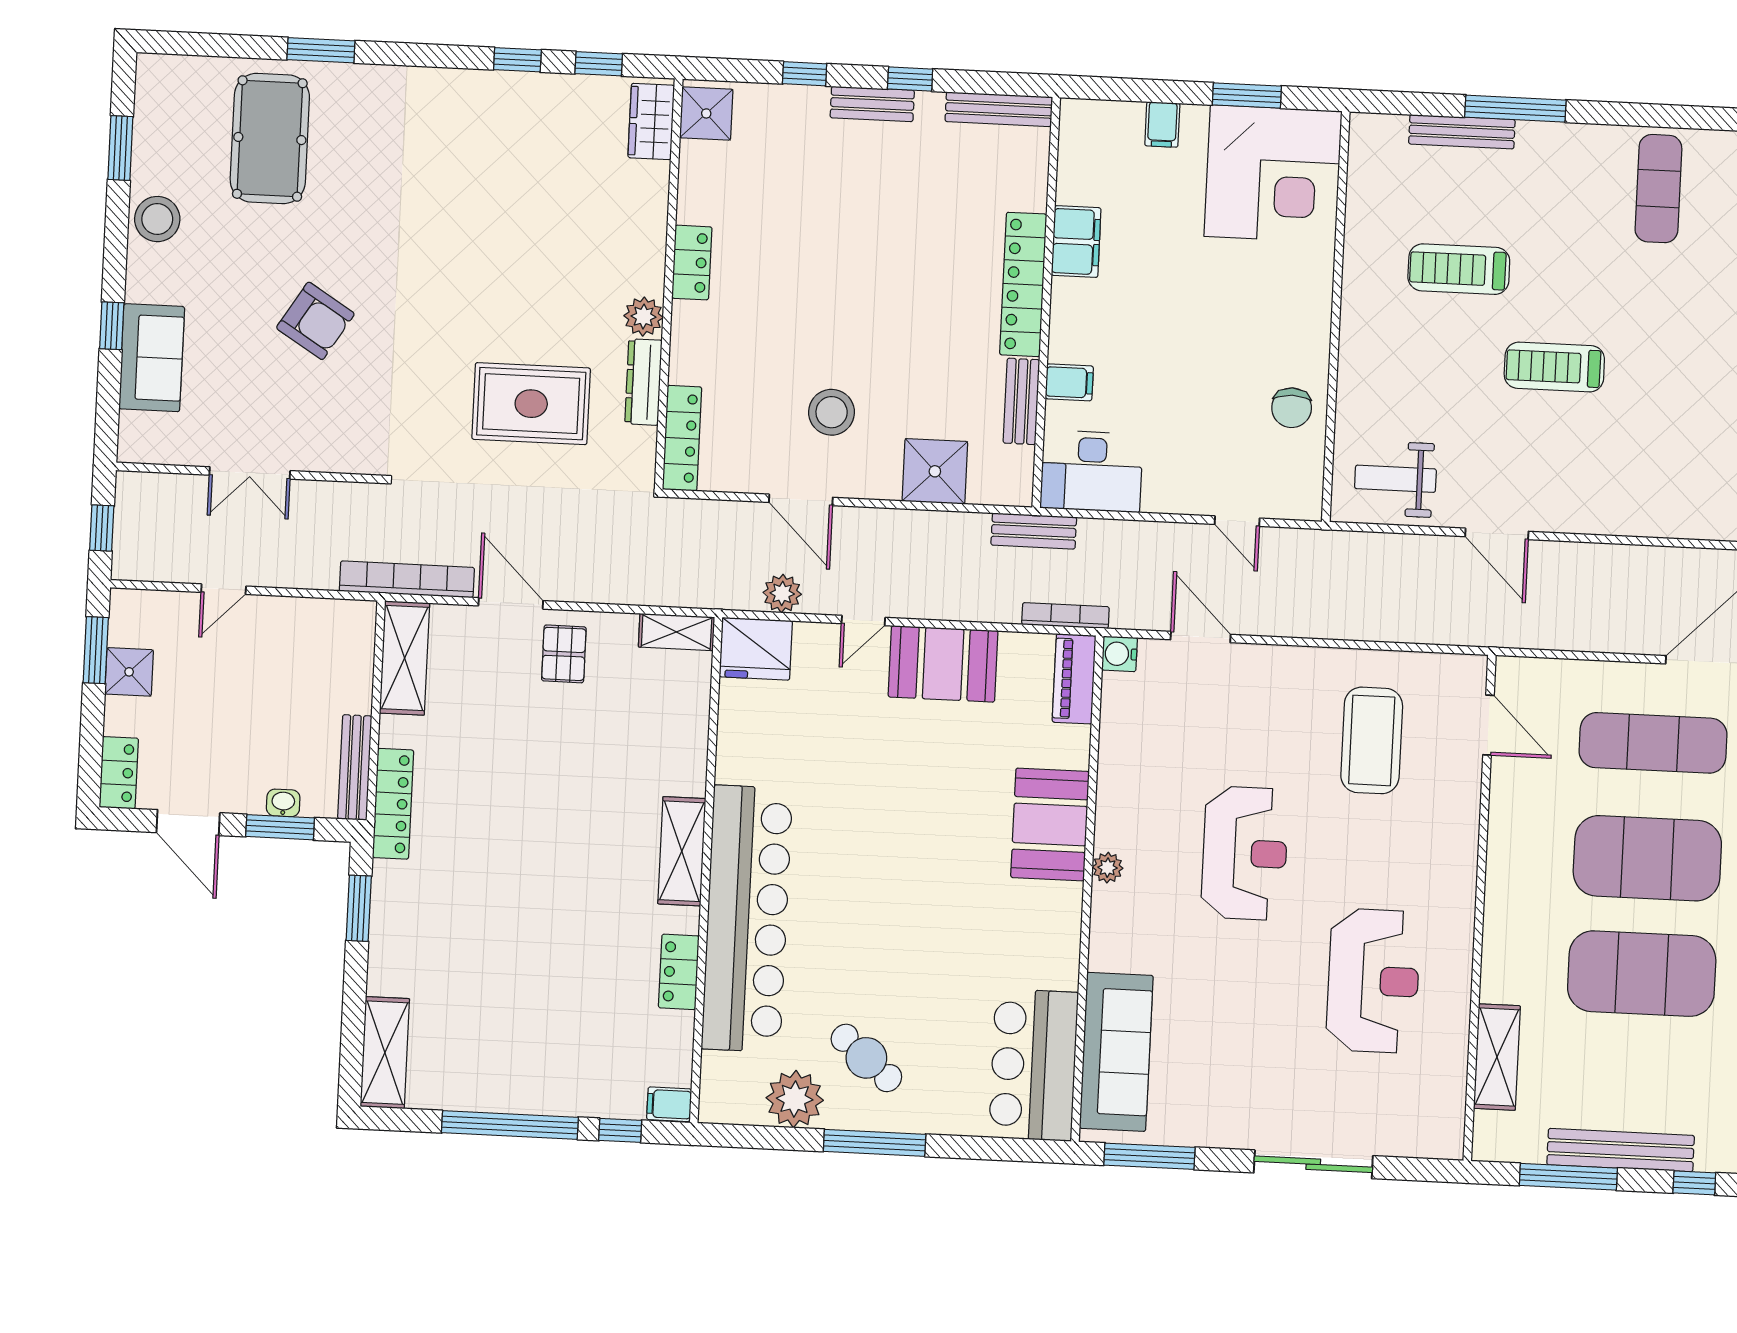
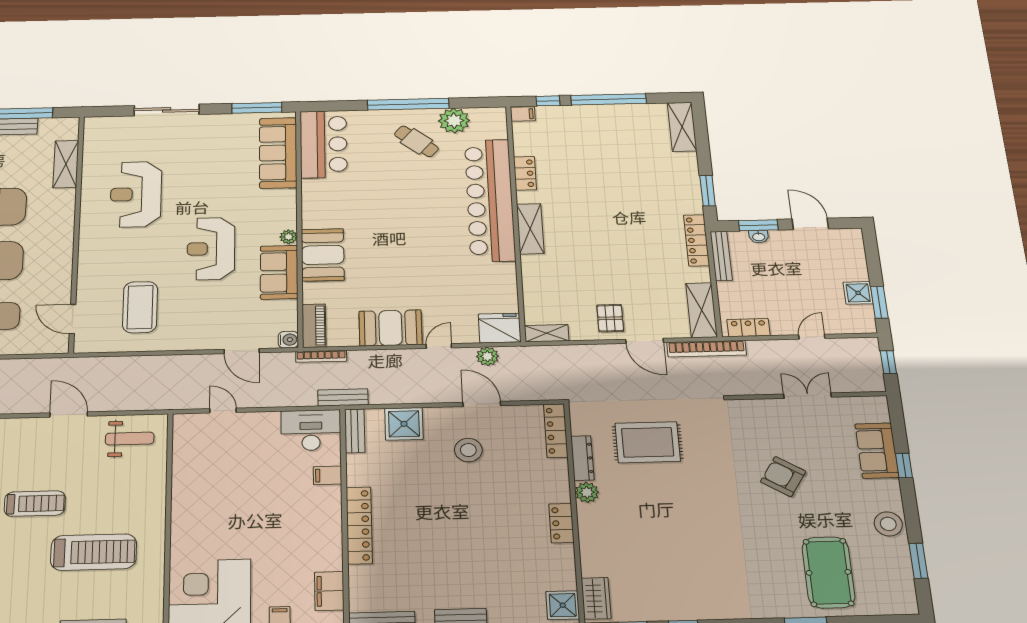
filing cabinet: (1076, 242) -> (329, 591), moved
treadmill: (1459, 269) -> (94, 552), width x1.37, depth x1.38
bench: (1021, 401) -> (355, 431), moved
chair: (1292, 408) -> (193, 471), removed
locker: (119, 773) -> (748, 328), moved, turned 90
sofa: (1128, 794) -> (279, 272), added
window: (875, 1143) -> (408, 104), width x1.46

